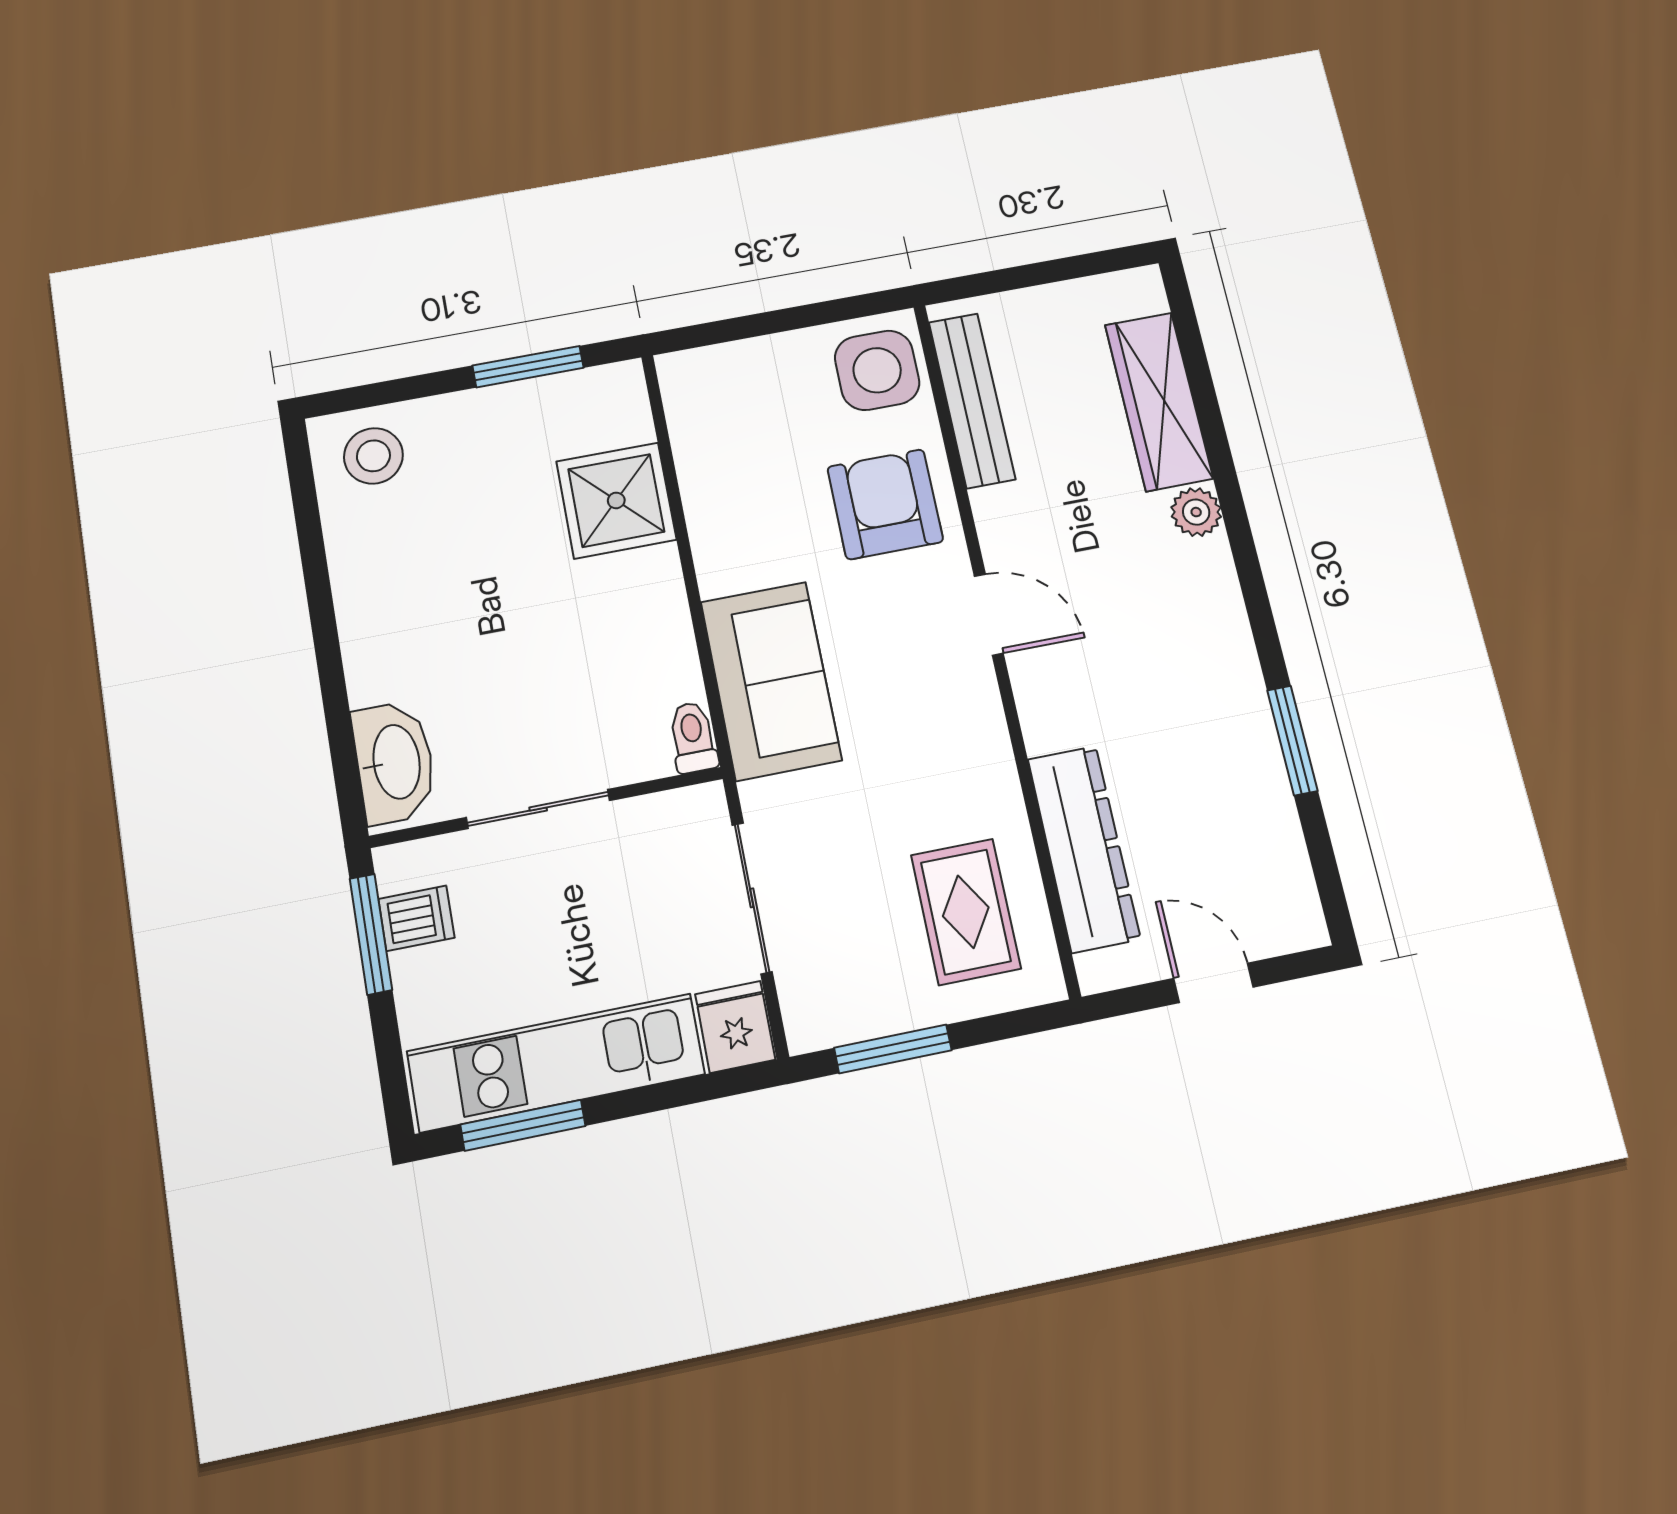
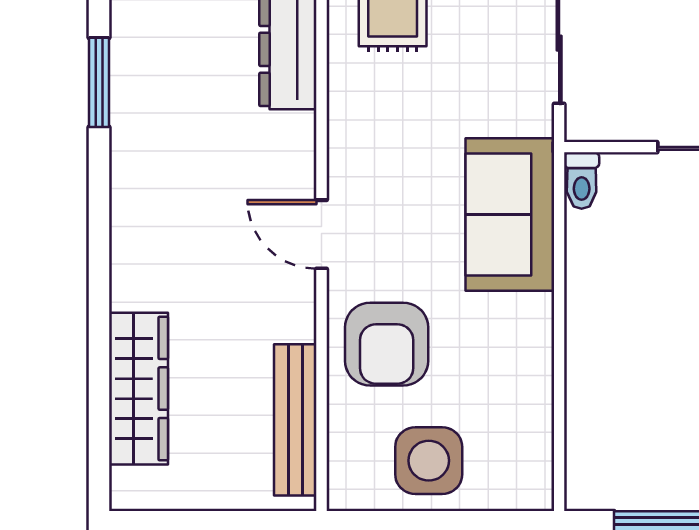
side table: (877, 370) -> (429, 461), moved
shower: (616, 500) -> (608, 391), removed
plant: (1196, 512) -> (131, 287), removed

